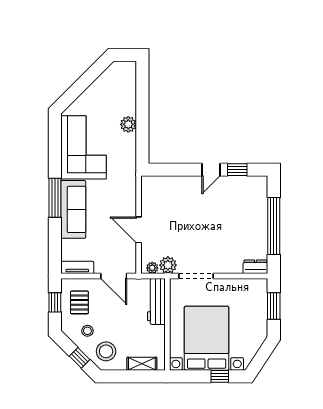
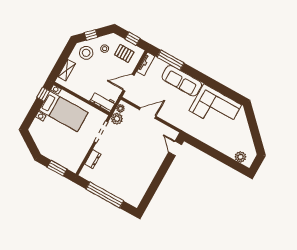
plant: (128, 124) -> (240, 157), moved
door: (211, 170) -> (175, 148), moved
window: (237, 170) -> (151, 192), removed
window: (55, 198) -> (170, 60), moved
dresser: (255, 267) -> (93, 159), moved
workbench: (156, 301) -> (103, 102), width x0.73
bed with nightstands: (207, 338) -> (64, 111), width x0.73
window: (220, 376) -> (43, 94), moved

